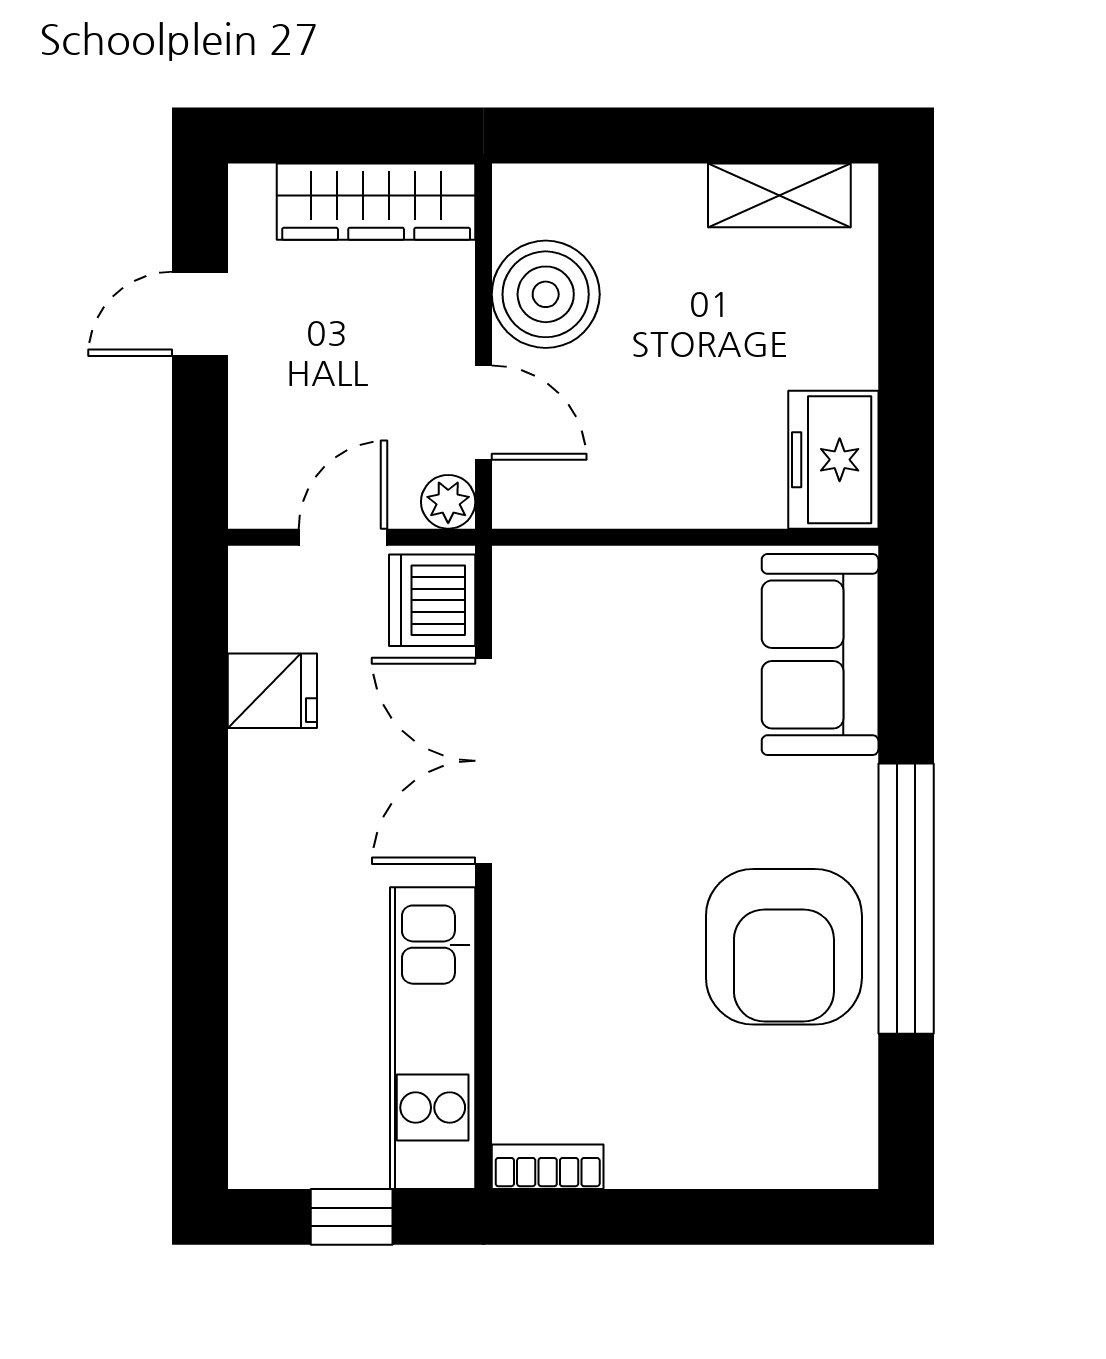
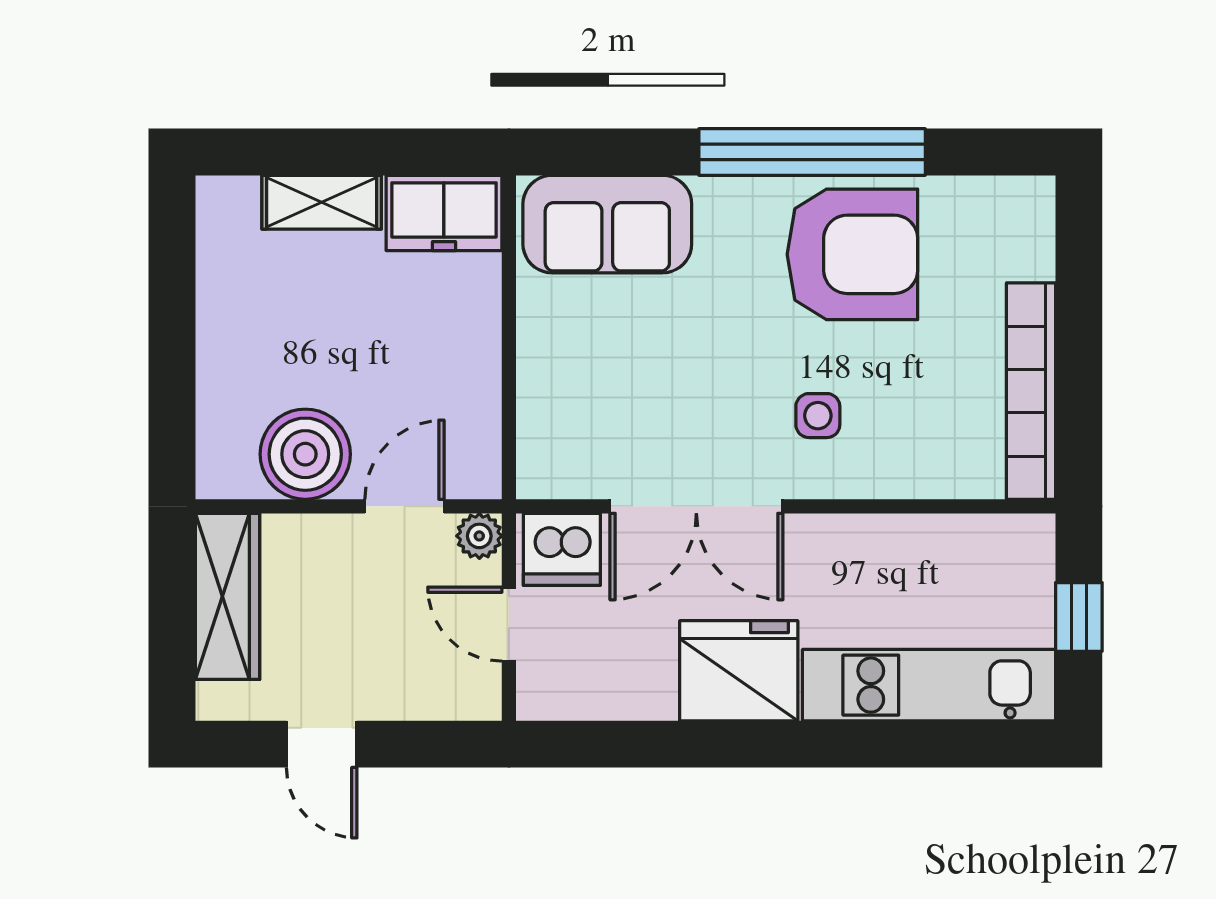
shelving: (779, 195) -> (322, 202), moved, turned 90
fridge: (272, 691) -> (739, 671), moved, width x1.88, depth x1.34
side table: (592, 906) -> (818, 416), added
kitchen unit: (433, 1038) -> (929, 685), moved, turned 180
bookcase: (548, 1167) -> (1031, 391), width x2.31, depth x1.31

